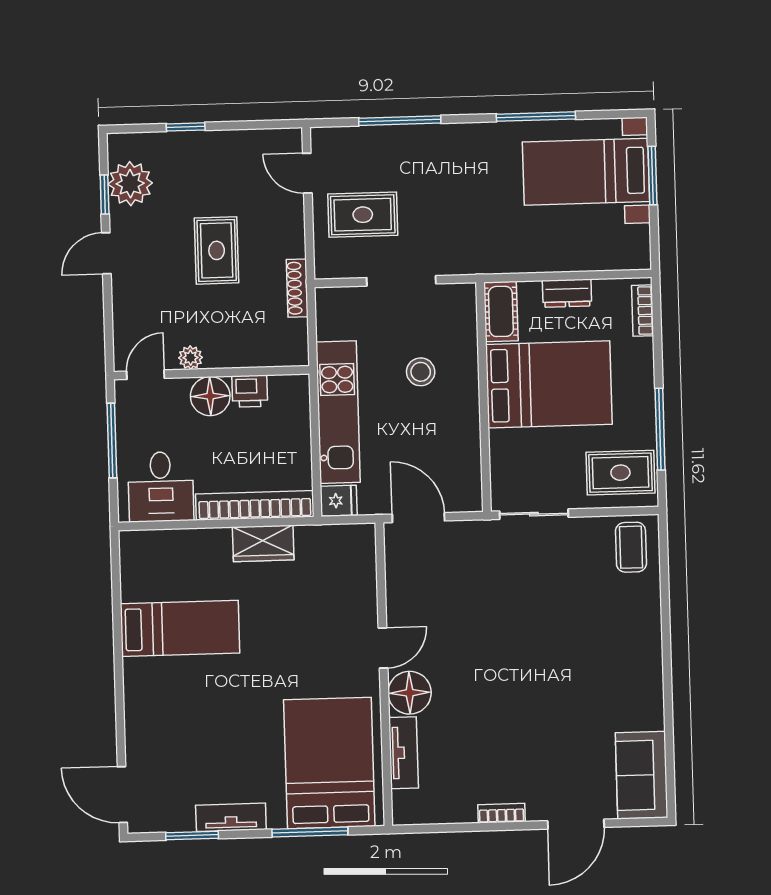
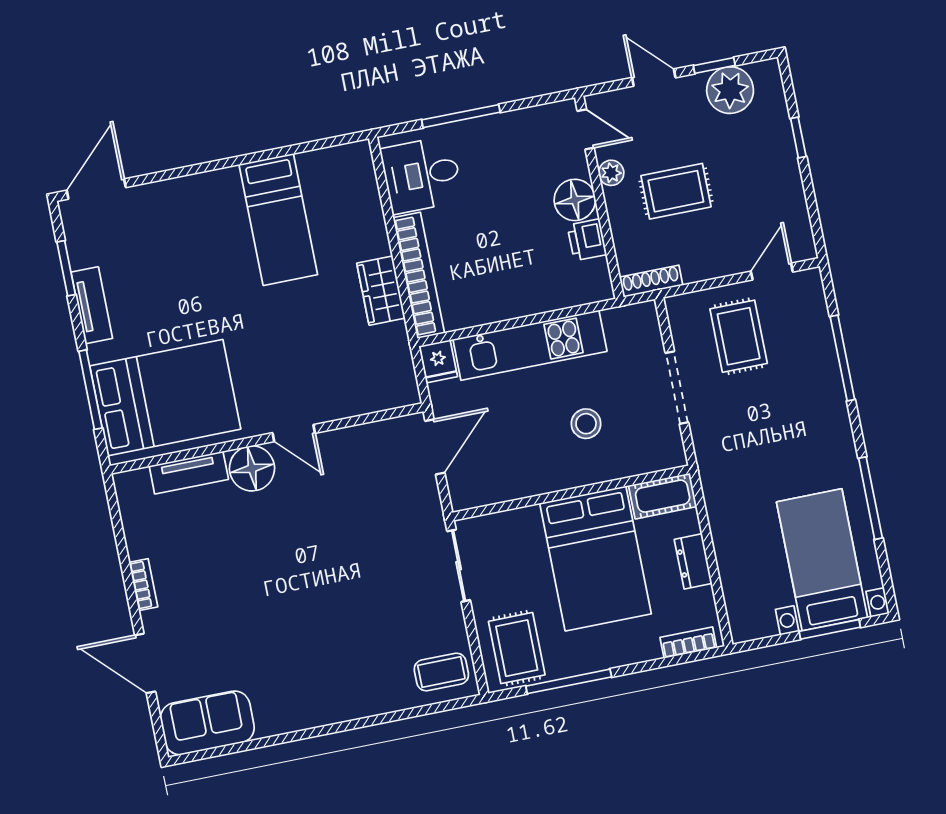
plant: (190, 358) -> (611, 173), moved
wall: (212, 373) -> (599, 197), moved
door: (146, 375) -> (586, 129), moved
printer: (250, 391) -> (587, 240), moved
floor lamp: (210, 396) -> (575, 200), moved

